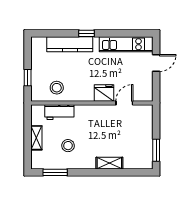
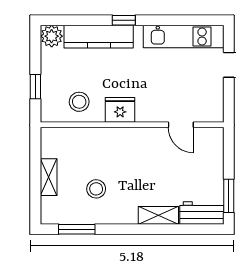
plant: (38, 44) -> (52, 36), added
fridge: (104, 93) -> (120, 110), moved
door: (124, 103) -> (181, 125), swing flipped
workbench: (59, 112) -> (202, 213), moved, turned 180

